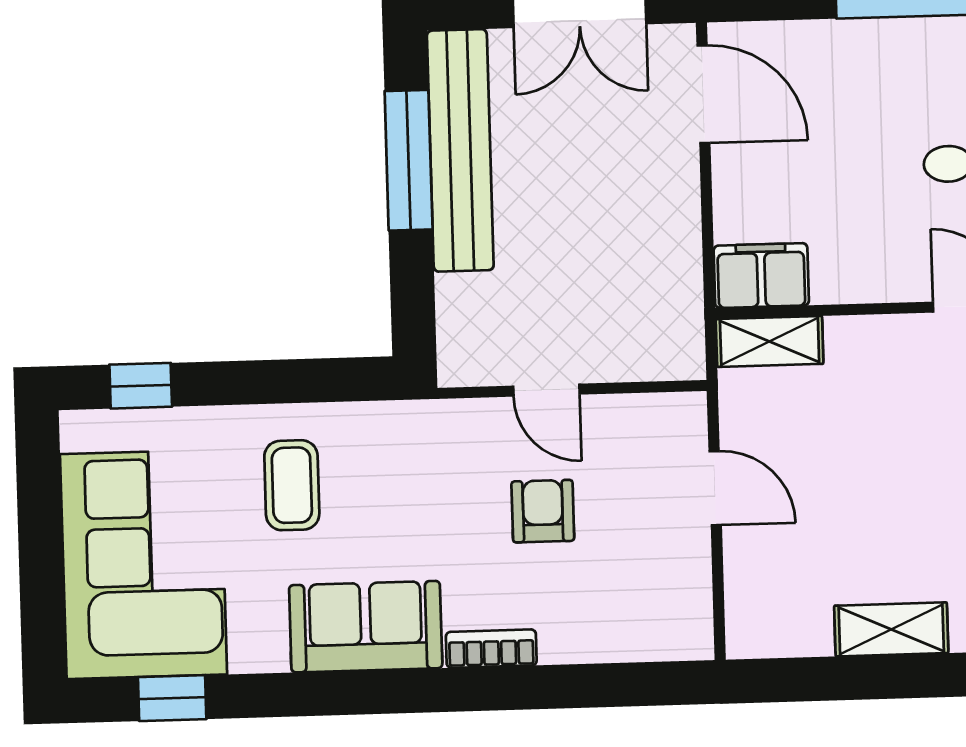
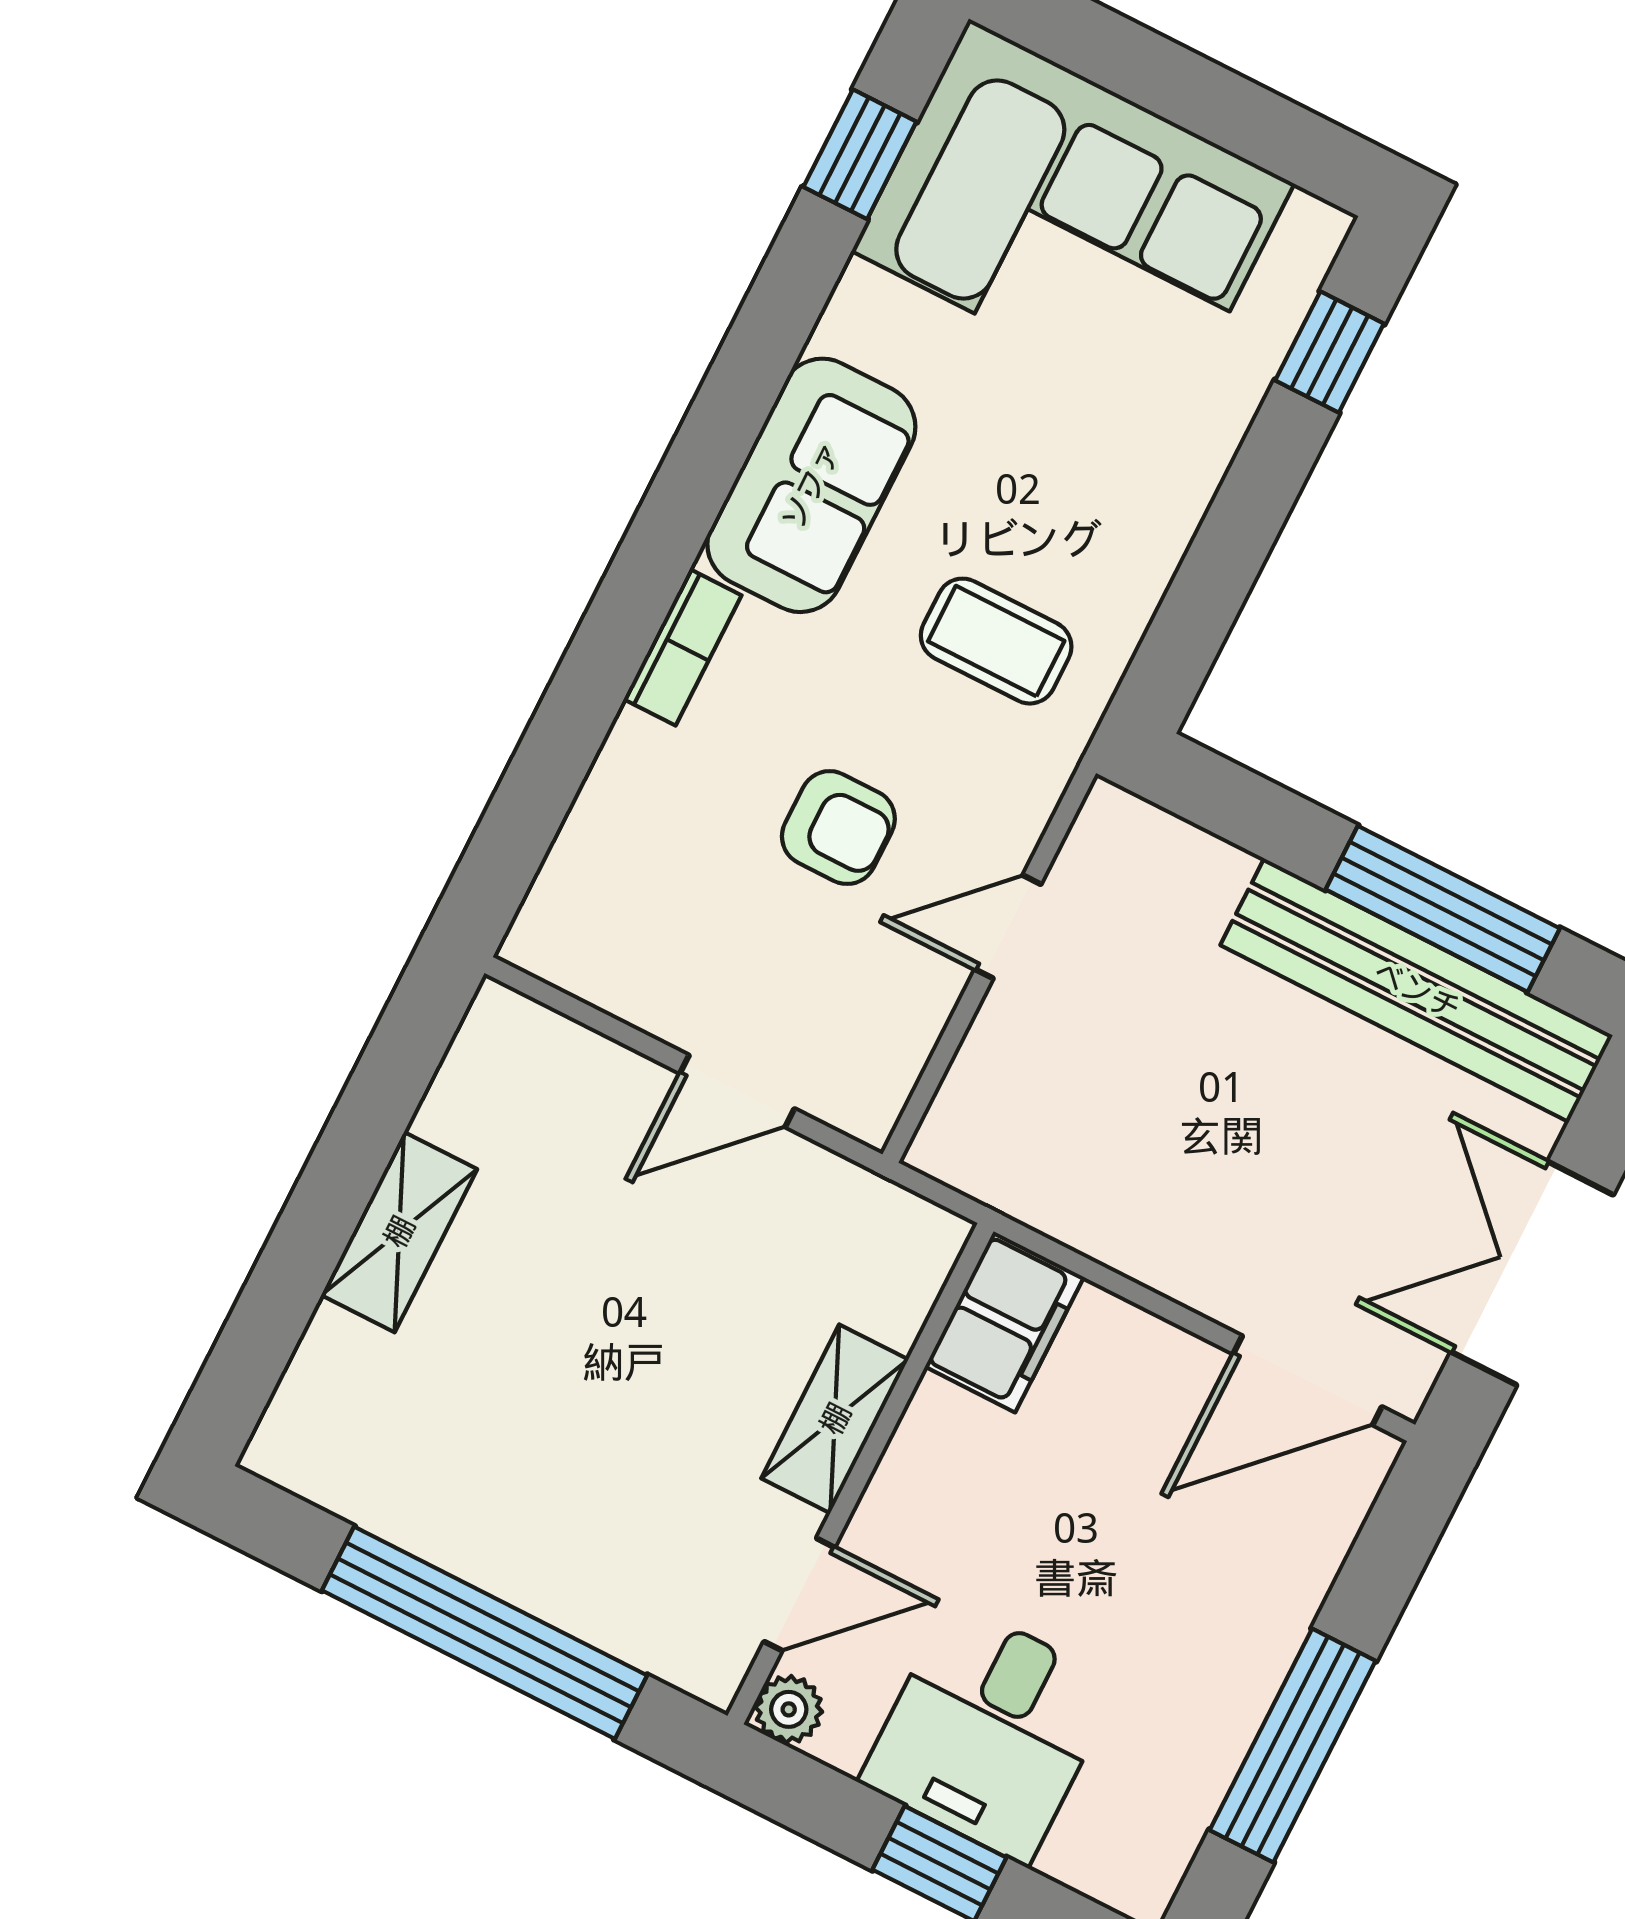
shelving: (770, 341) -> (835, 1419), moved
coffee table: (292, 485) -> (996, 641), moved

